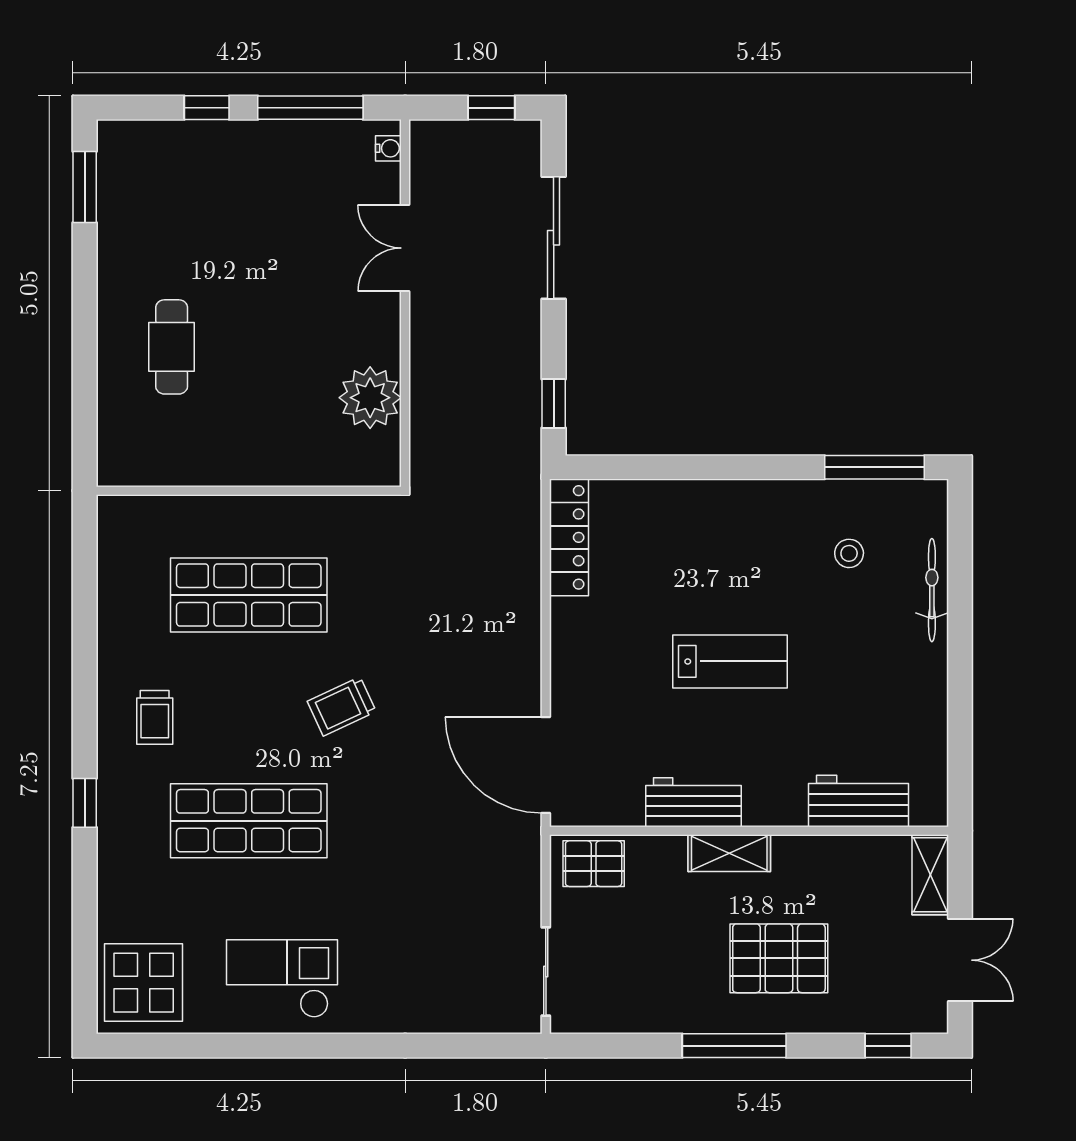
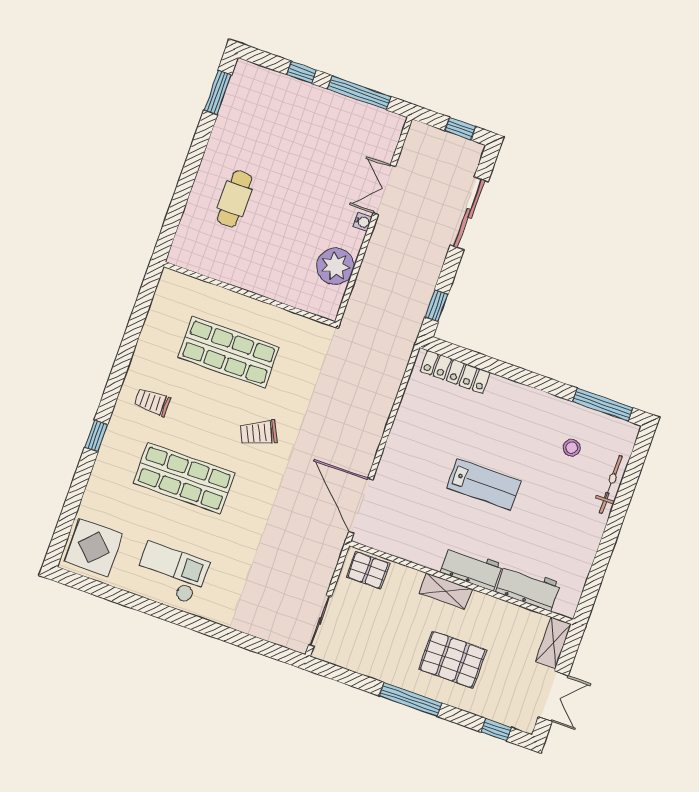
water cooler: (388, 148) -> (363, 222), moved
locker: (569, 537) -> (455, 372), moved, turned 90
trolley: (155, 717) -> (152, 402), turned 90
workbench: (694, 802) -> (472, 568), moved

